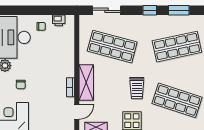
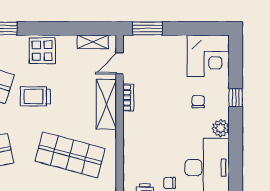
trolley: (137, 88) -> (35, 96), turned -90

